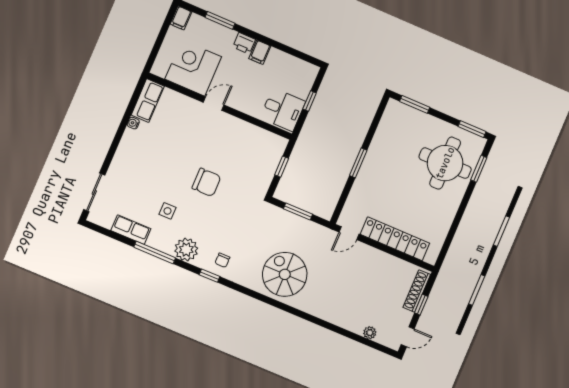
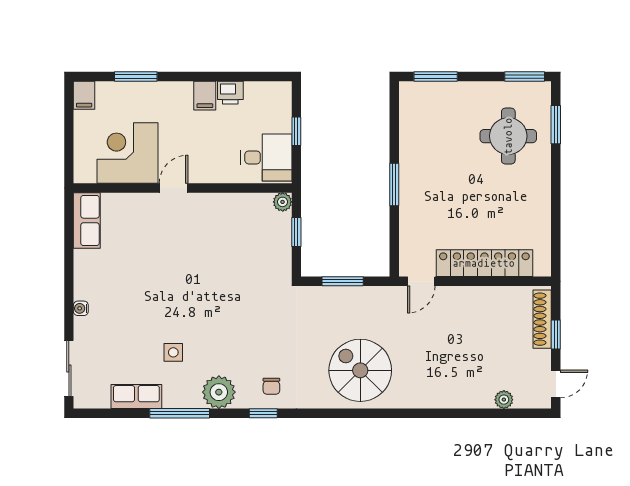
printer: (244, 43) -> (230, 93), moved
water cooler: (133, 123) -> (81, 308), moved
plant: (281, 143) -> (283, 202), added
round table: (445, 163) -> (508, 136), width x0.73, depth x0.73
chair: (206, 182) -> (208, 294), removed

